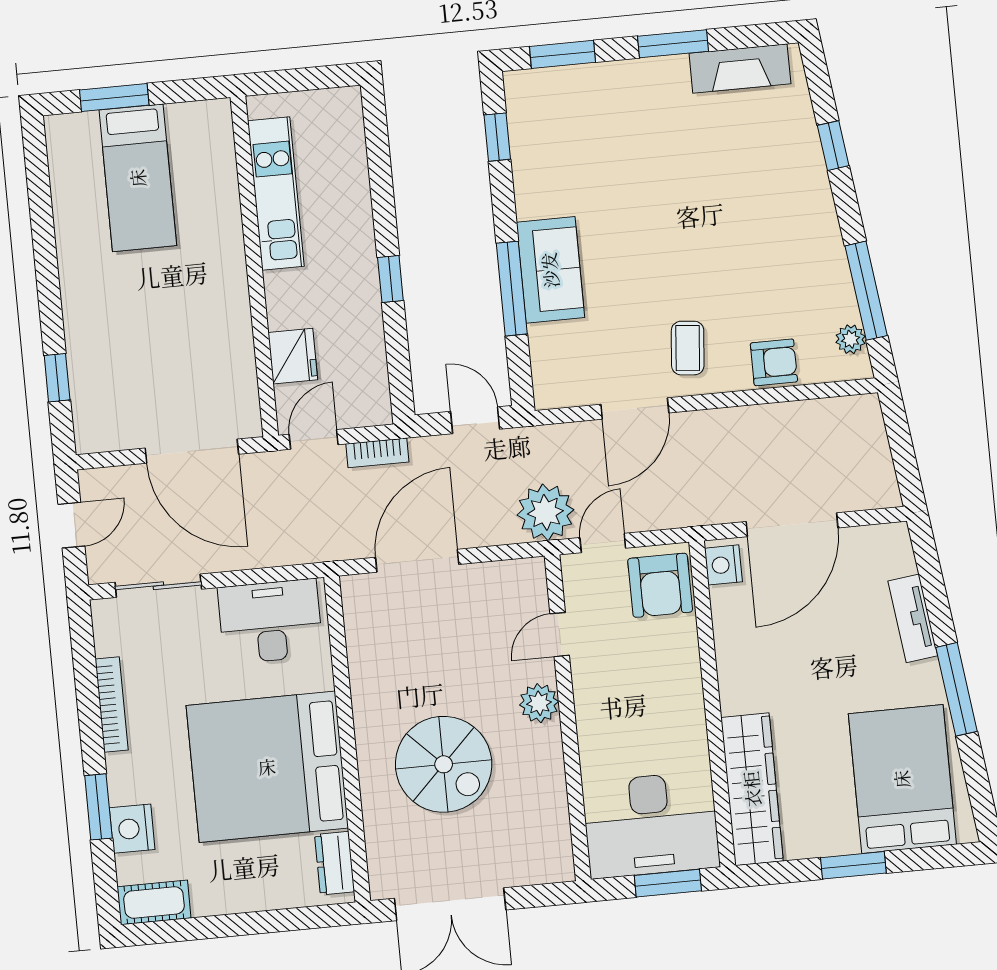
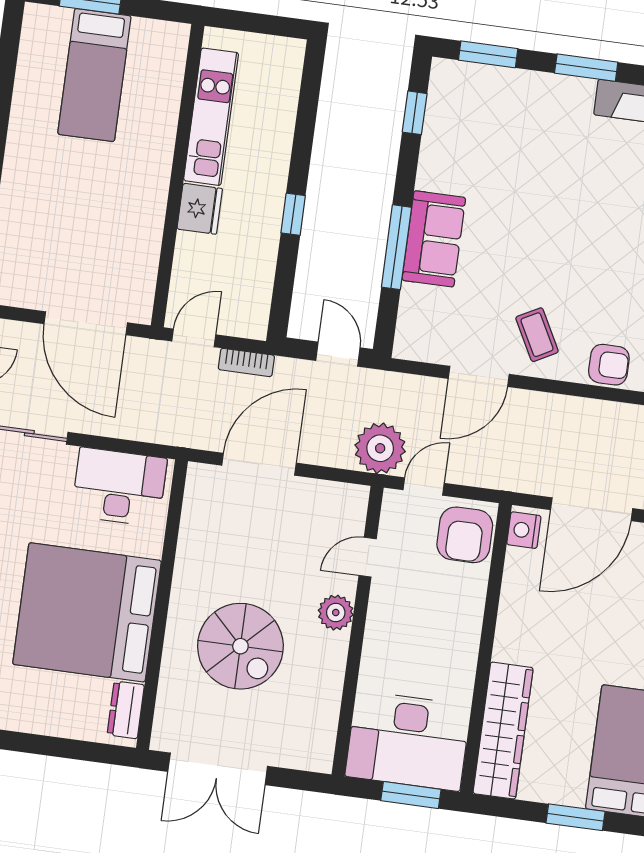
coffee table: (688, 348) -> (537, 335), turned -33
fridge: (293, 356) -> (200, 209), moved

